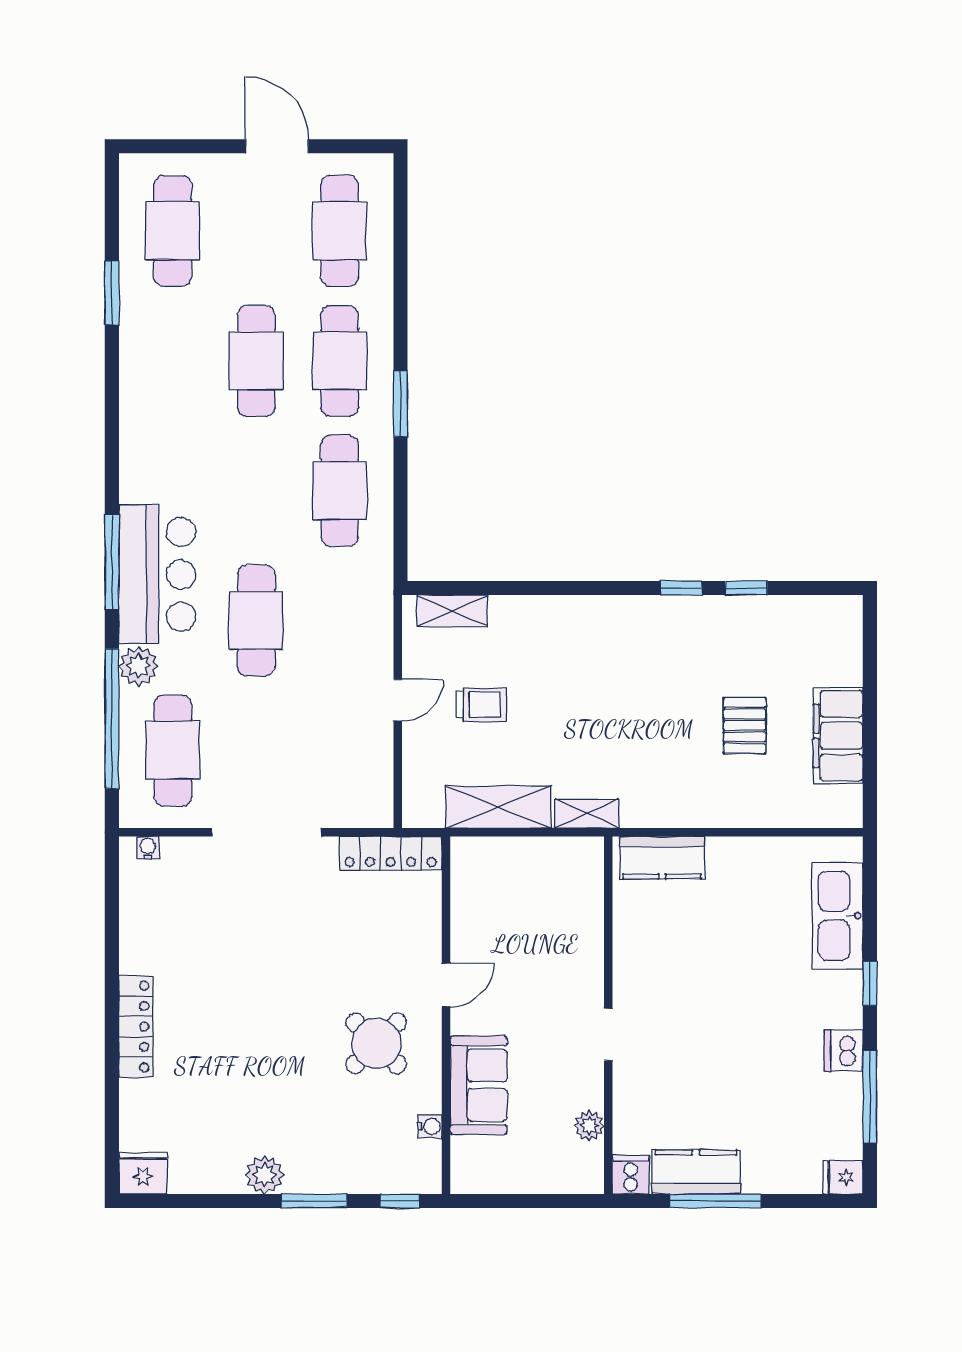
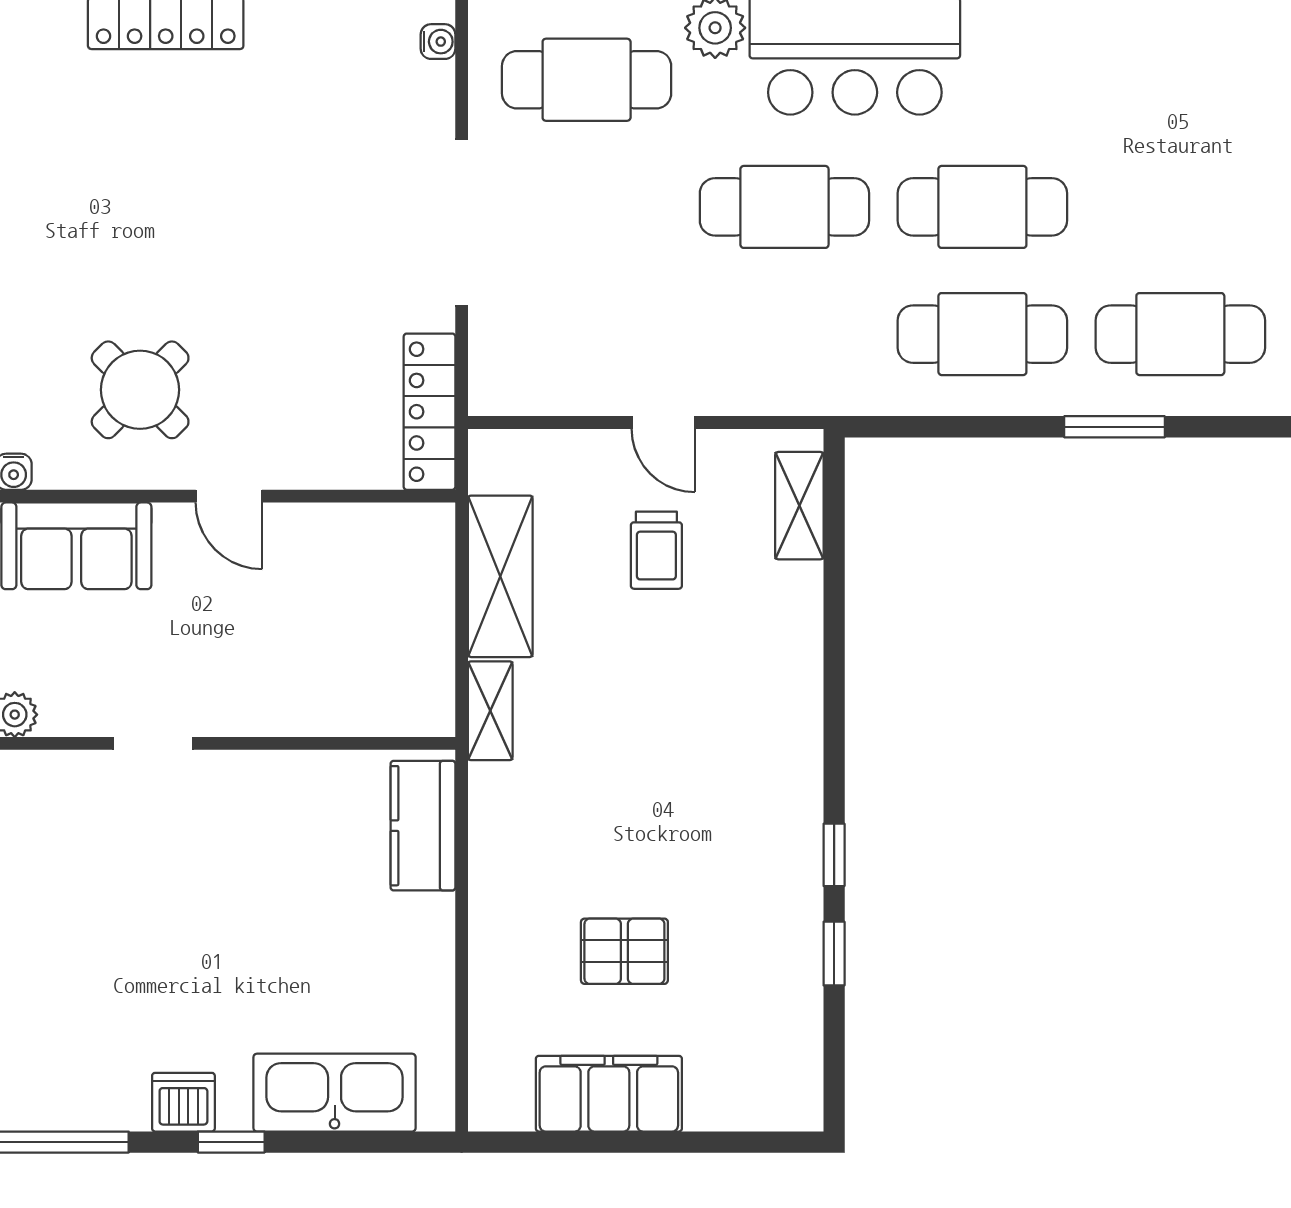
cafe table: (256, 361) -> (982, 207), moved
dishwasher: (844, 1051) -> (183, 1102), moved

